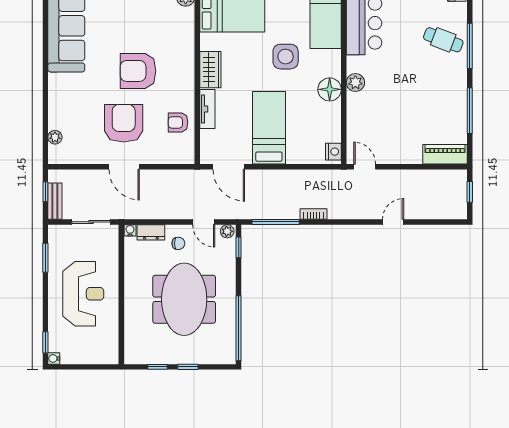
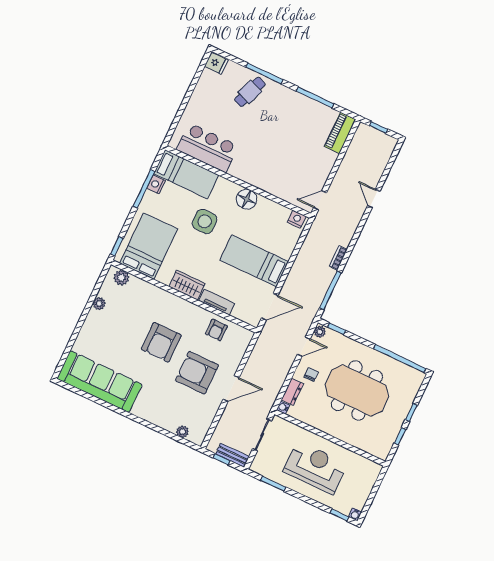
plant: (355, 82) -> (251, 176), removed

